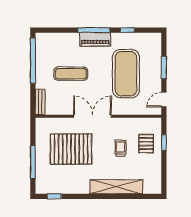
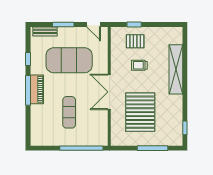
window: (33, 61) -> (81, 148), moved
bench: (40, 102) -> (45, 31), moved

